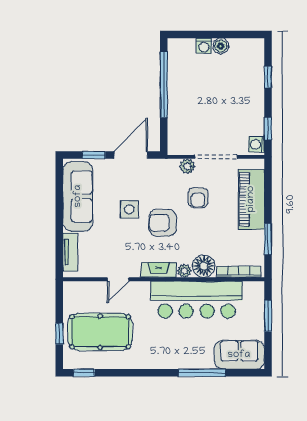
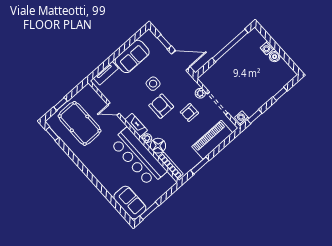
sofa: (78, 196) -> (132, 56), width x0.73
window: (268, 316) -> (149, 211), moved
window: (202, 373) -> (104, 192), removed

